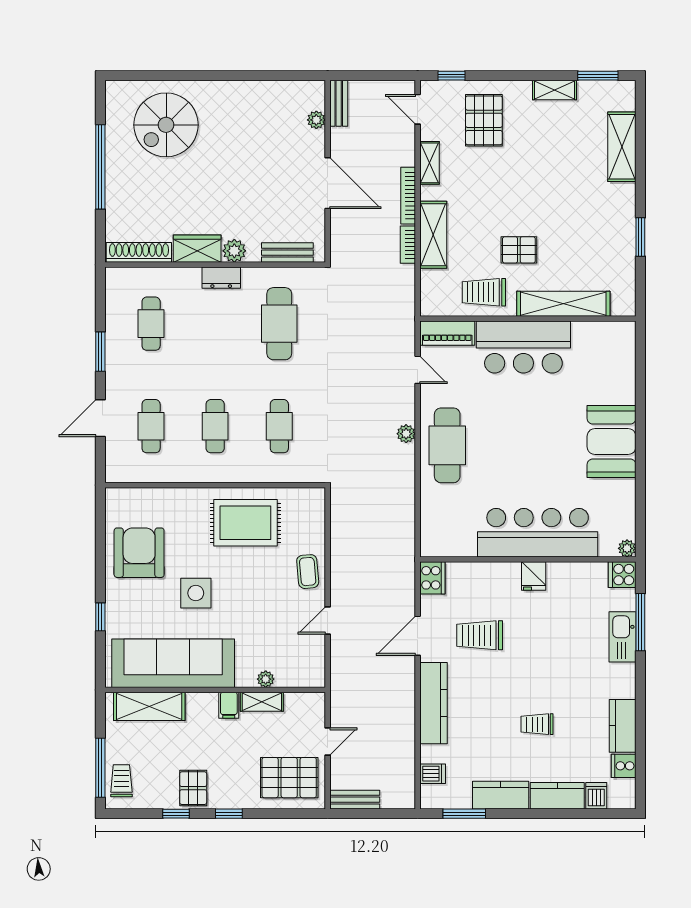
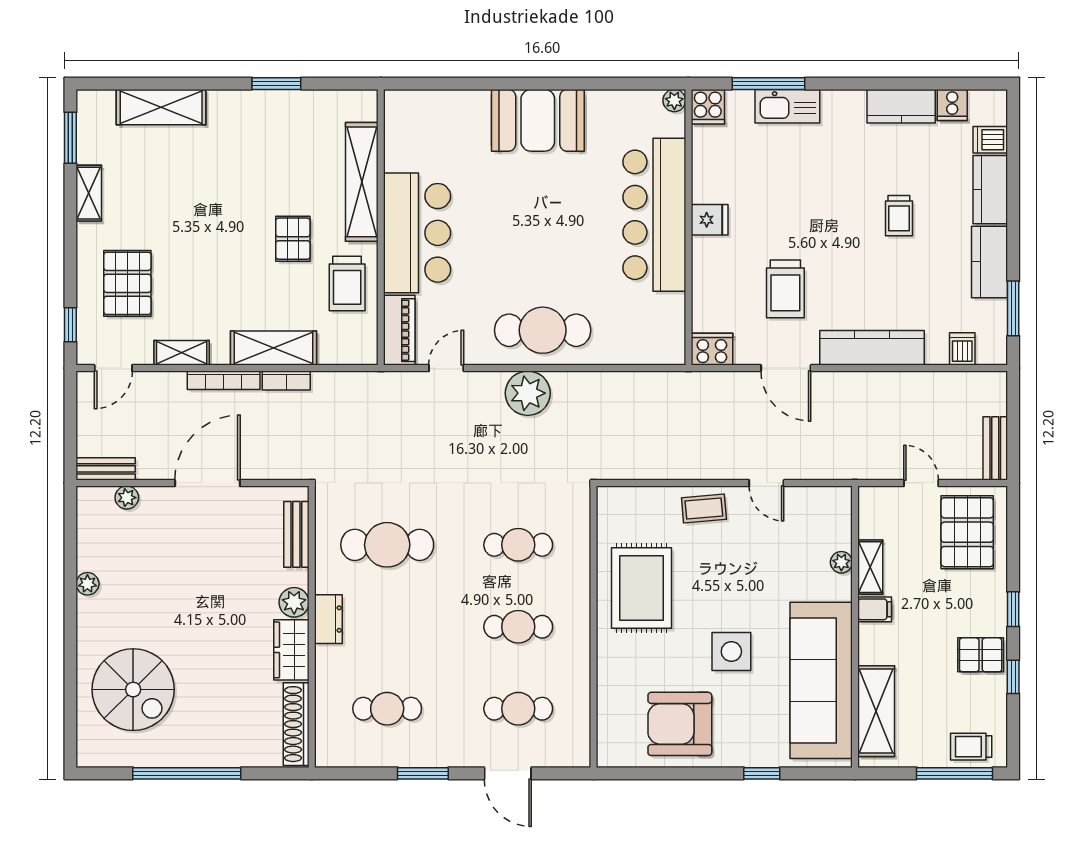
plant: (249, 89) -> (87, 584), added
pallet: (484, 120) -> (127, 283), turned 90
plant: (406, 434) -> (528, 393), width x1.88, depth x1.88

